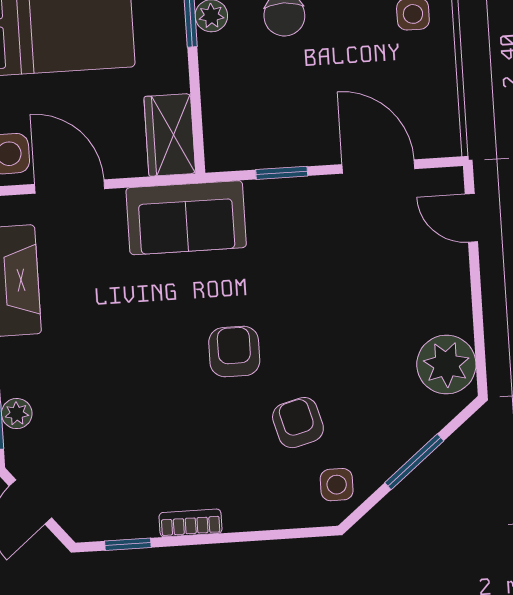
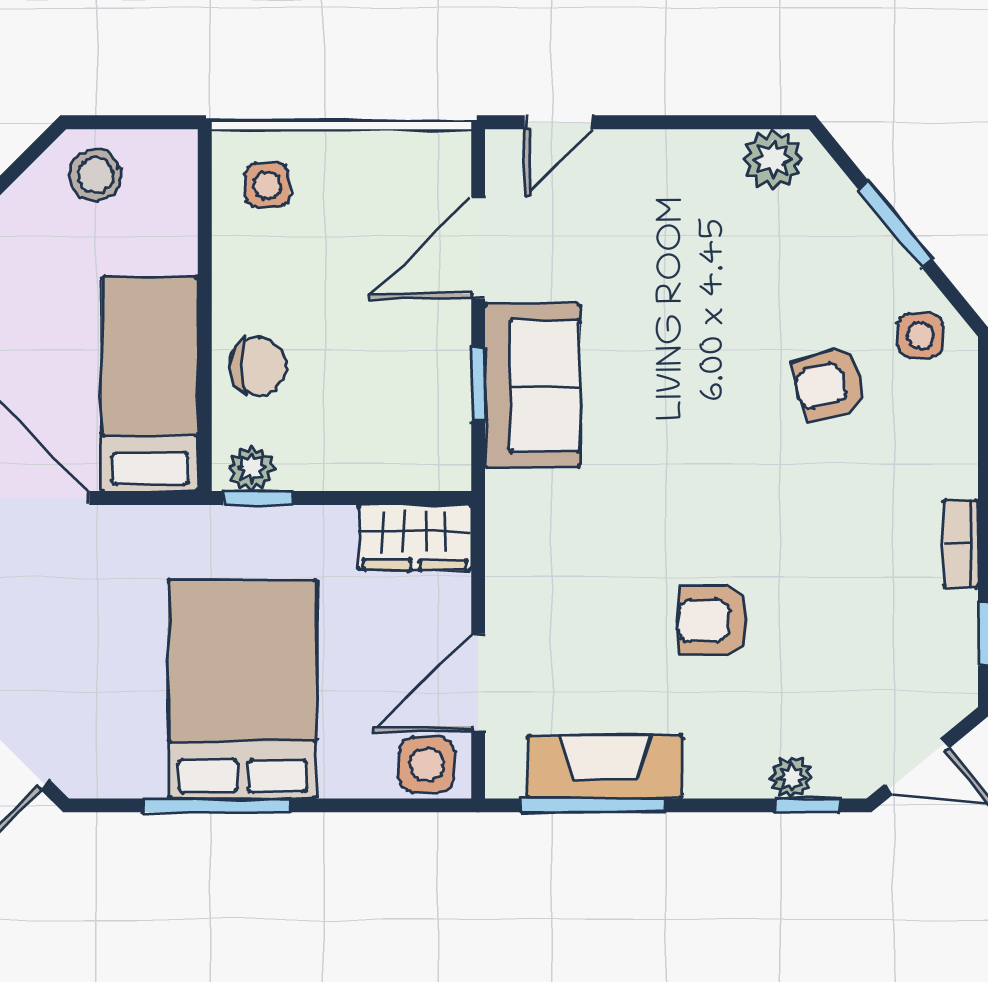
sofa: (186, 218) -> (532, 386), moved
armchair: (234, 352) -> (713, 620), moved
plant: (446, 365) -> (773, 159), width x0.73, depth x0.73

